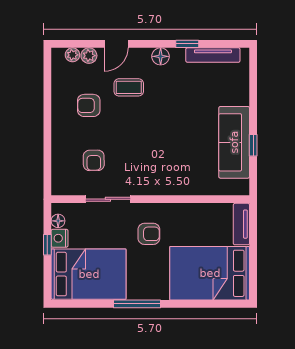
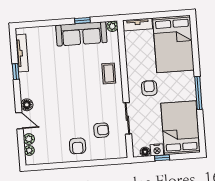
floor lamp: (161, 56) -> (27, 105), moved
coffee table: (129, 87) -> (109, 73), moved
armchair: (89, 105) -> (78, 146), moved
plant: (242, 188) -> (112, 26), added

